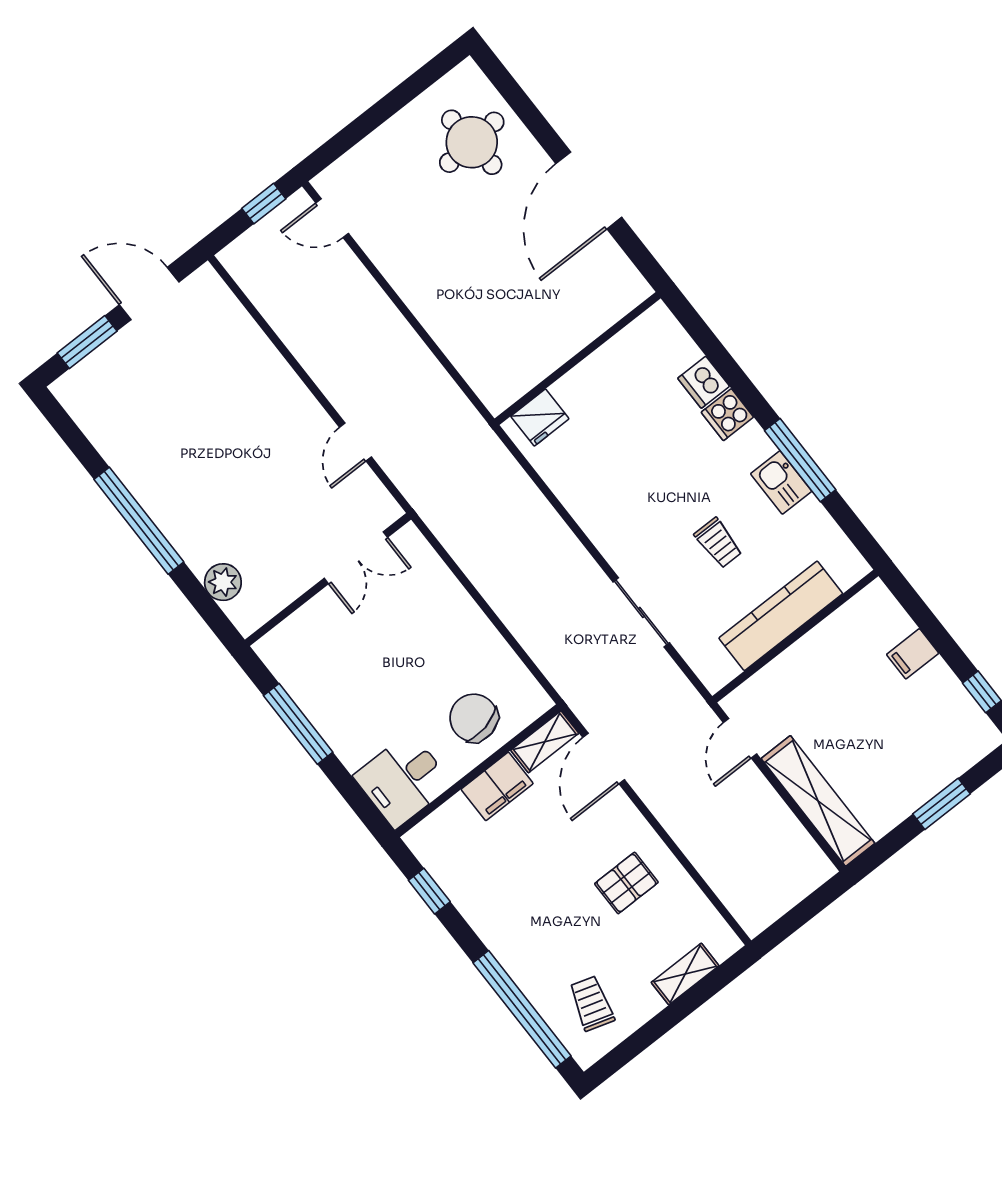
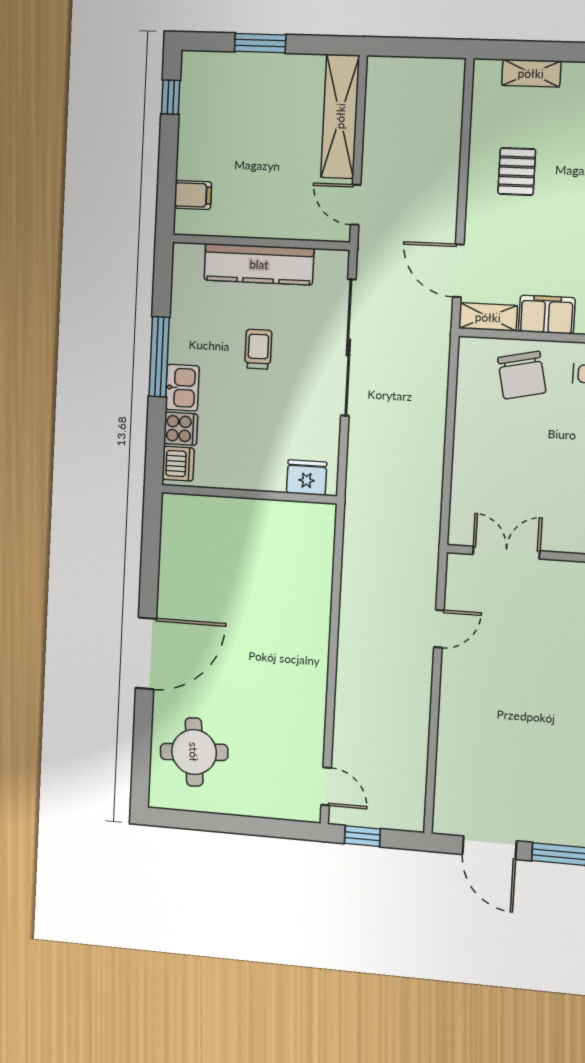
wall: (578, 358) -> (249, 494), moved
fridge: (540, 418) -> (307, 478), moved
kitchen sink: (781, 482) -> (182, 388), moved
sliding door: (641, 612) -> (348, 348), width x1.86
filing cabinet: (913, 654) -> (193, 195), moved
door: (740, 738) -> (356, 205), swing flipped
door: (604, 759) -> (458, 271), swing flipped
pallet: (626, 883) -> (517, 172), turned 90

